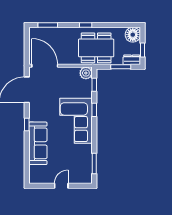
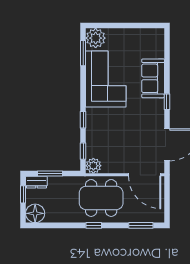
dining table: (96, 48) -> (101, 198), moved
corner sofa: (76, 121) -> (106, 79), moved
sofa: (38, 143) -> (153, 78), width x0.73
plant: (84, 176) -> (96, 38), added
door: (61, 186) -> (124, 26), removed

